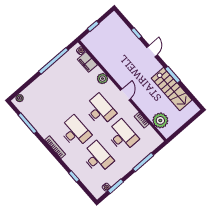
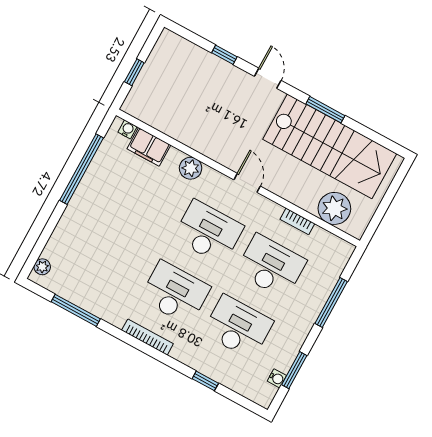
stairs: (172, 89) -> (330, 146), width x1.36, depth x1.51

